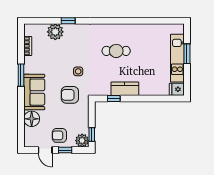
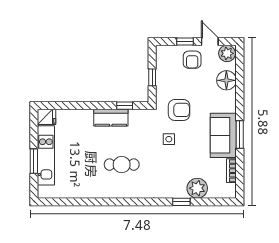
sofa: (34, 92) -> (223, 135), moved
armchair: (59, 135) -> (192, 60), turned 90
window: (92, 135) -> (152, 77), moved
plant: (82, 141) -> (227, 53), moved

